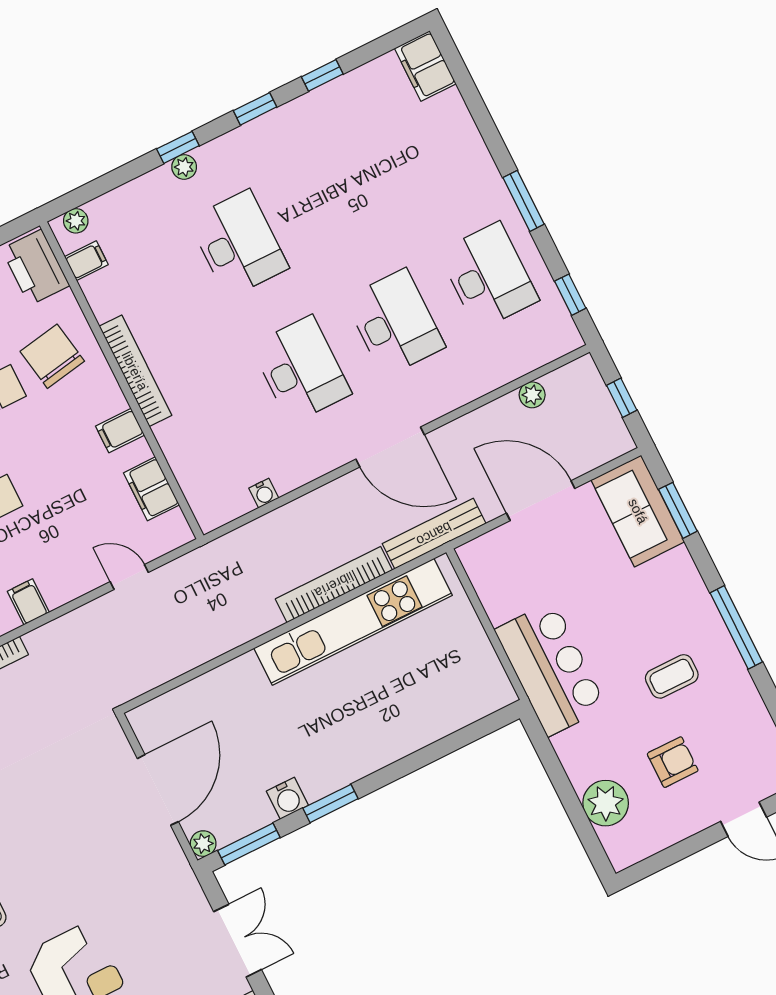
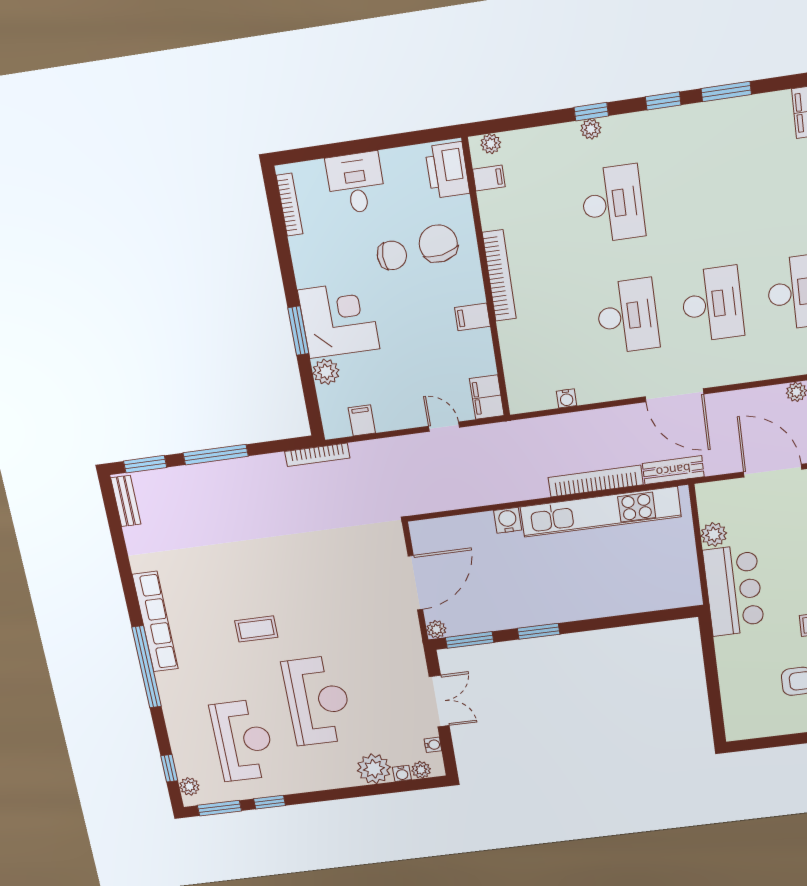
window: (322, 75) -> (726, 91), width x1.50
filing cabinet: (151, 489) -> (487, 397), moved
bench: (434, 534) -> (673, 470), width x0.73
water cooler: (287, 798) -> (508, 520), moved, turned 180
plant: (606, 803) -> (714, 535), moved, width x0.73, depth x0.73

